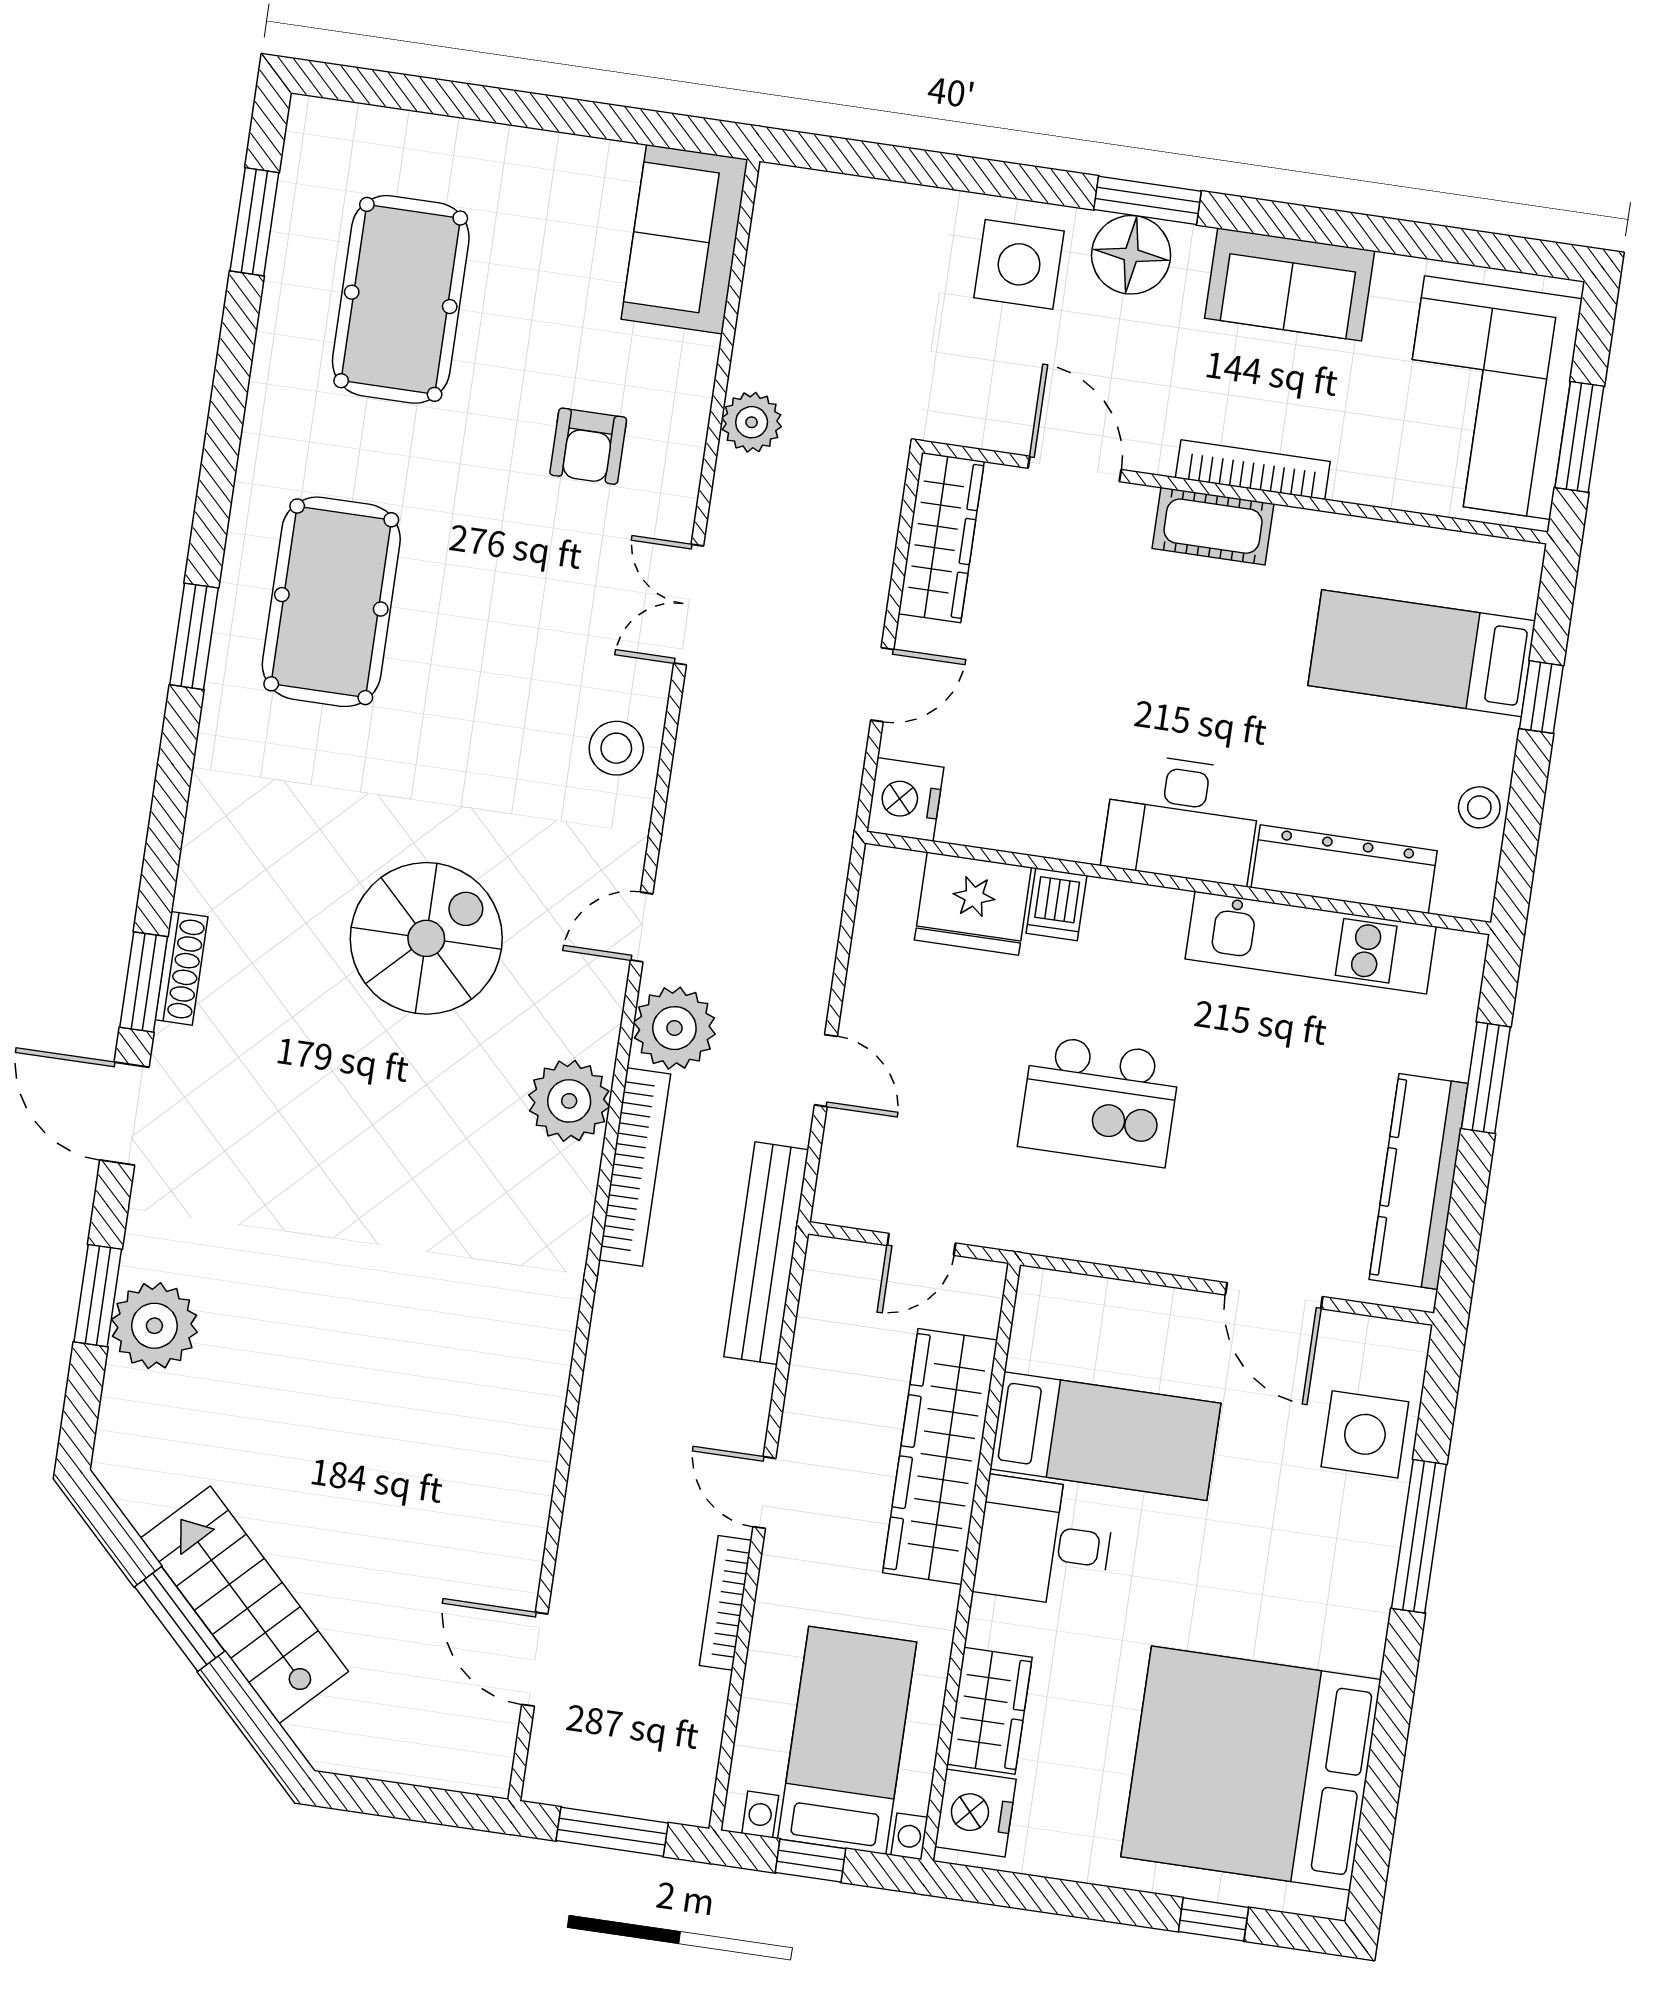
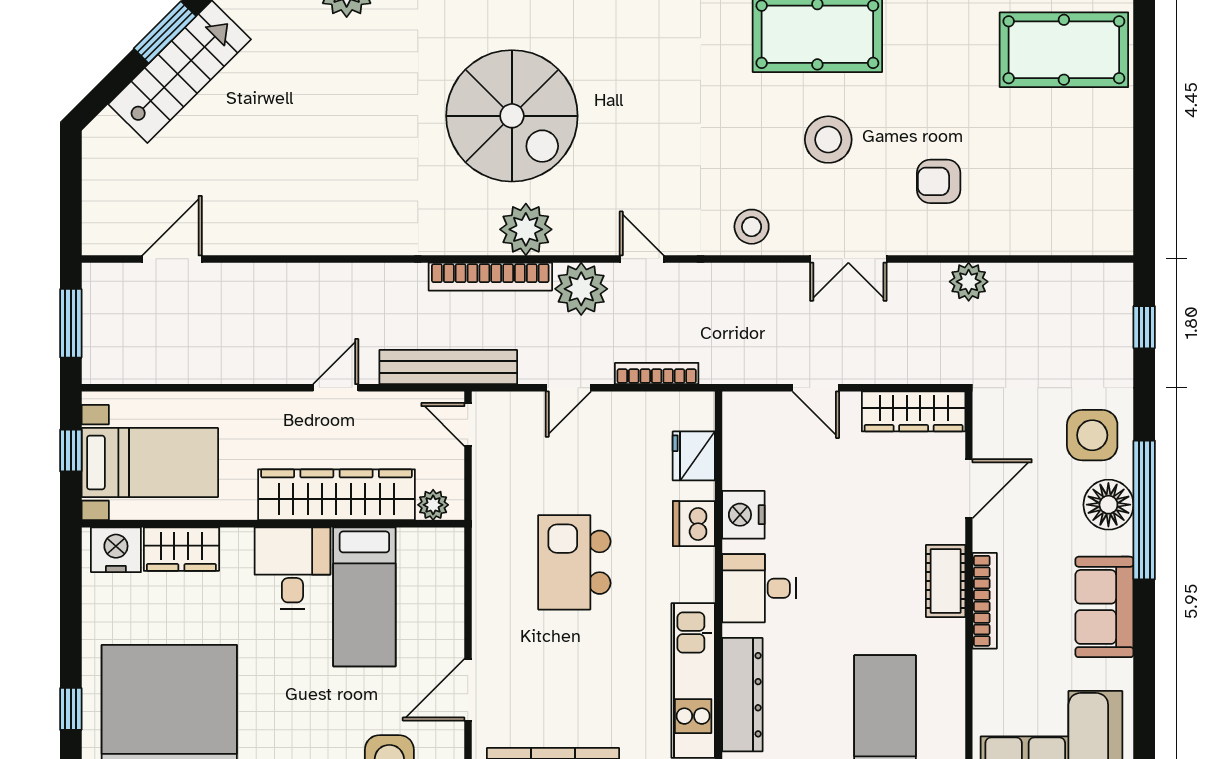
window: (862, 159) -> (1144, 327), added
window: (1148, 200) -> (1144, 510), width x2.11
sofa: (685, 239) -> (1077, 223), removed
pool table: (401, 299) -> (1064, 50), moved
double door: (689, 605) -> (848, 259), swing flipped
stool: (498, 609) -> (828, 140), added
nightstand: (905, 799) -> (743, 515), moved, turned -90
desk: (1182, 819) -> (759, 588), width x0.73
fridge: (973, 904) -> (694, 456), width x0.73, depth x0.75
dishwasher: (1056, 904) -> (694, 524), width x1.38
spiral stairs: (426, 938) -> (512, 116), moved, width x1.37, depth x1.37
door: (921, 1244) -> (468, 425), moved
plant: (978, 1308) -> (433, 505), added
door: (764, 1493) -> (336, 388), moved
bookcase: (725, 1603) -> (657, 373), moved

